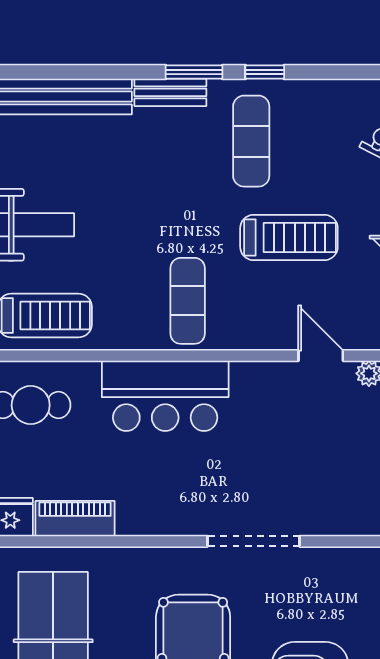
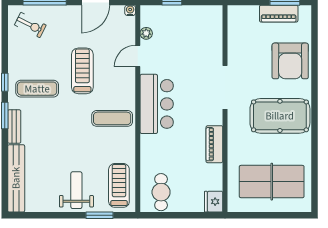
bar counter: (165, 396) -> (157, 104), moved
piano: (75, 519) -> (214, 144), moved

